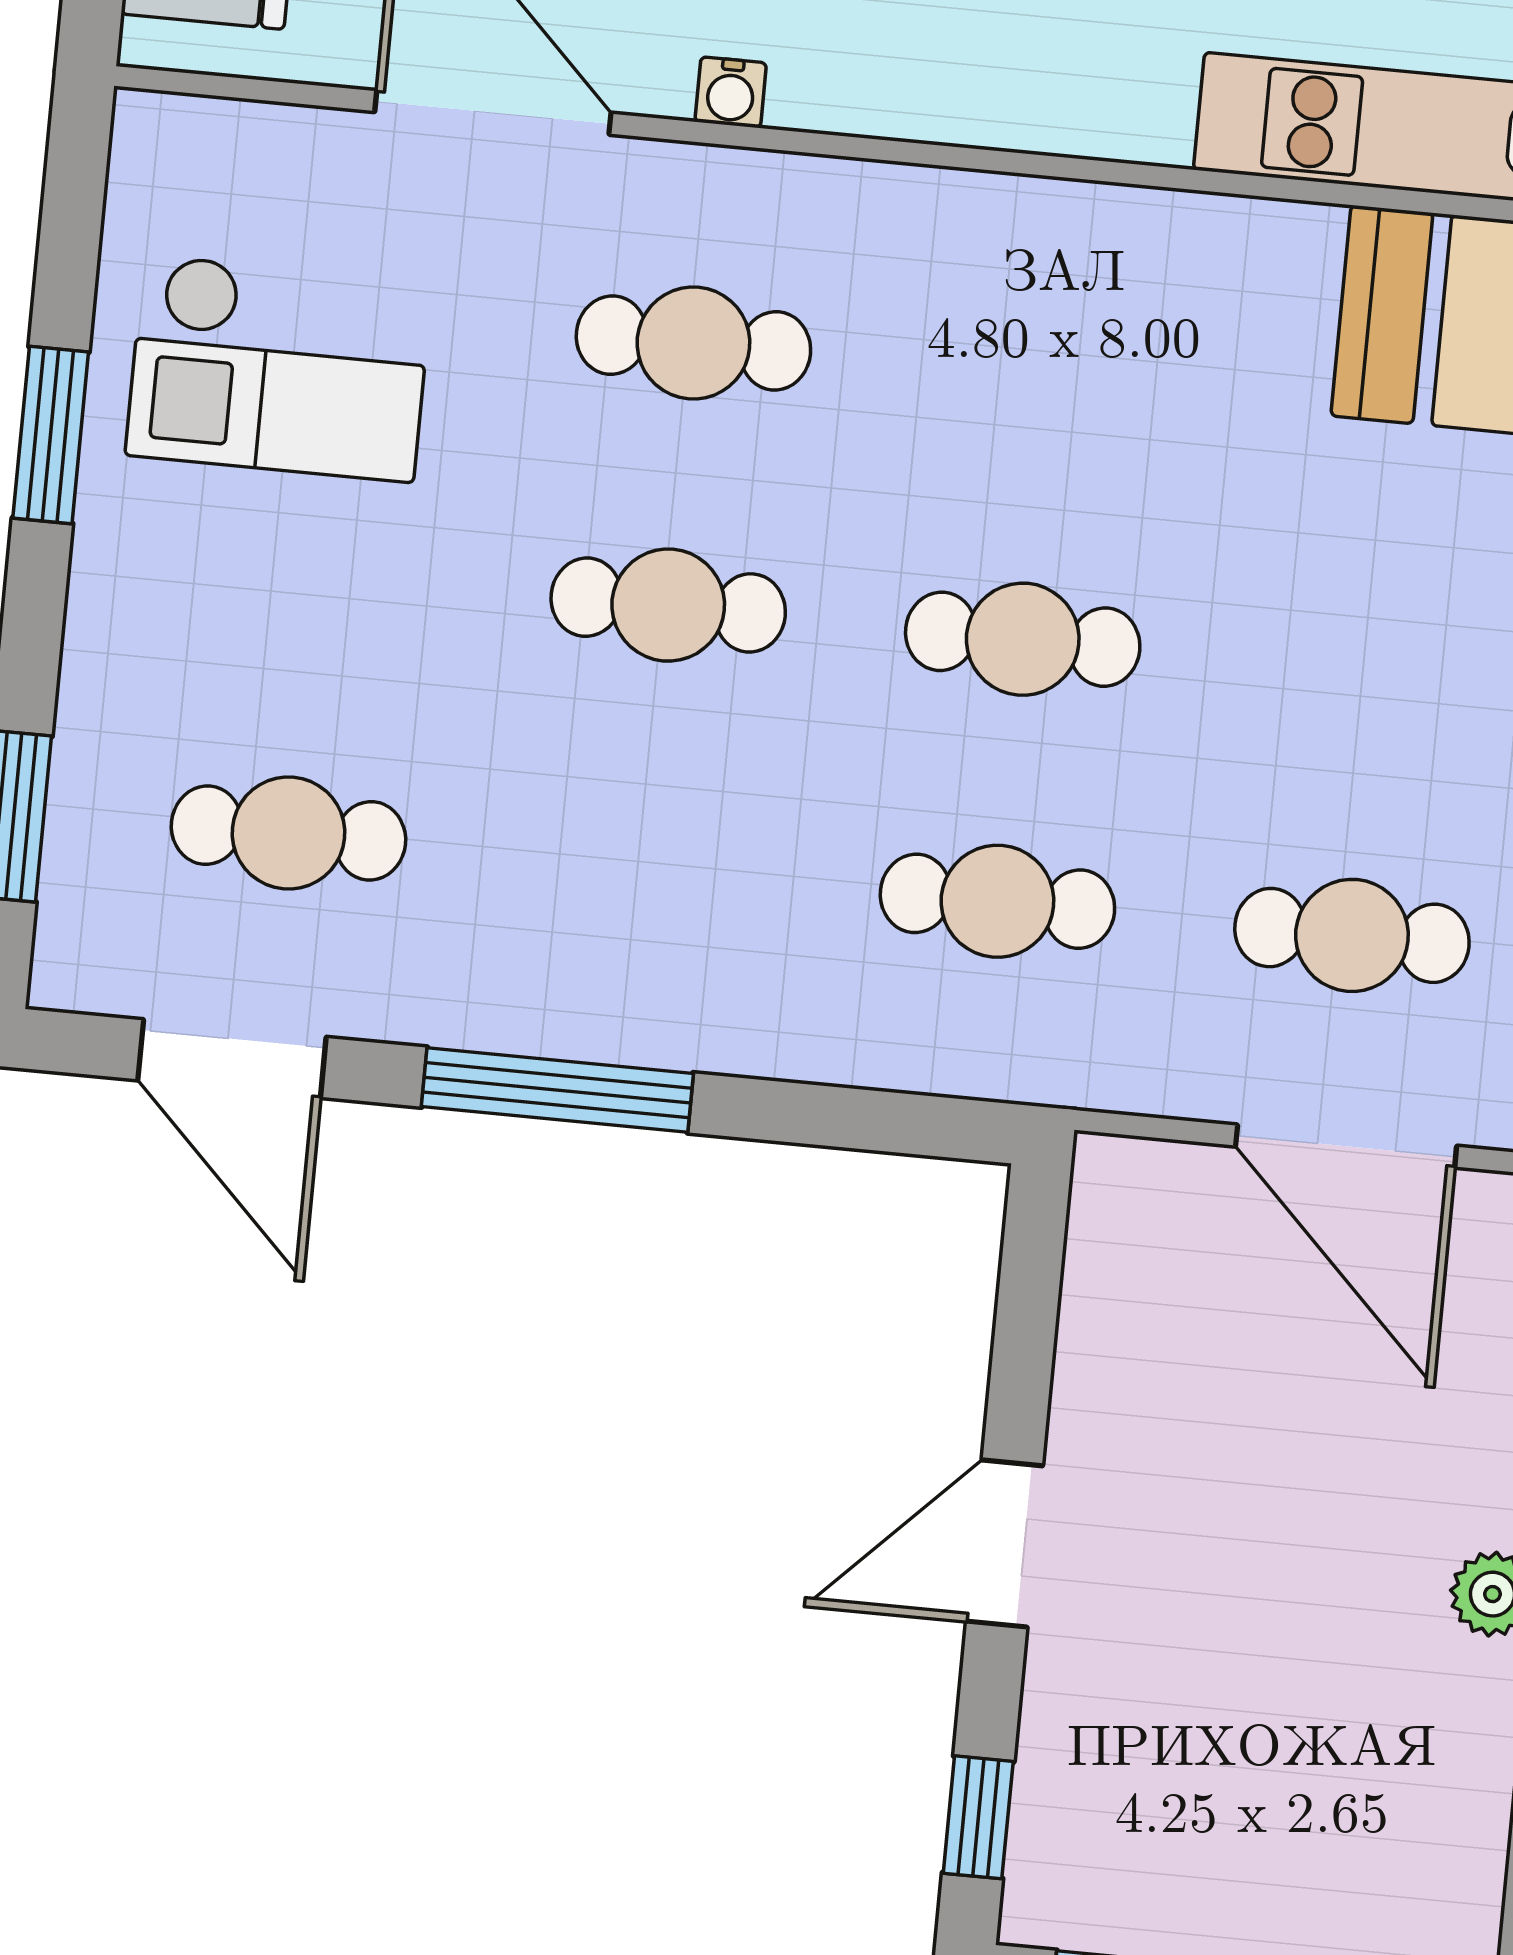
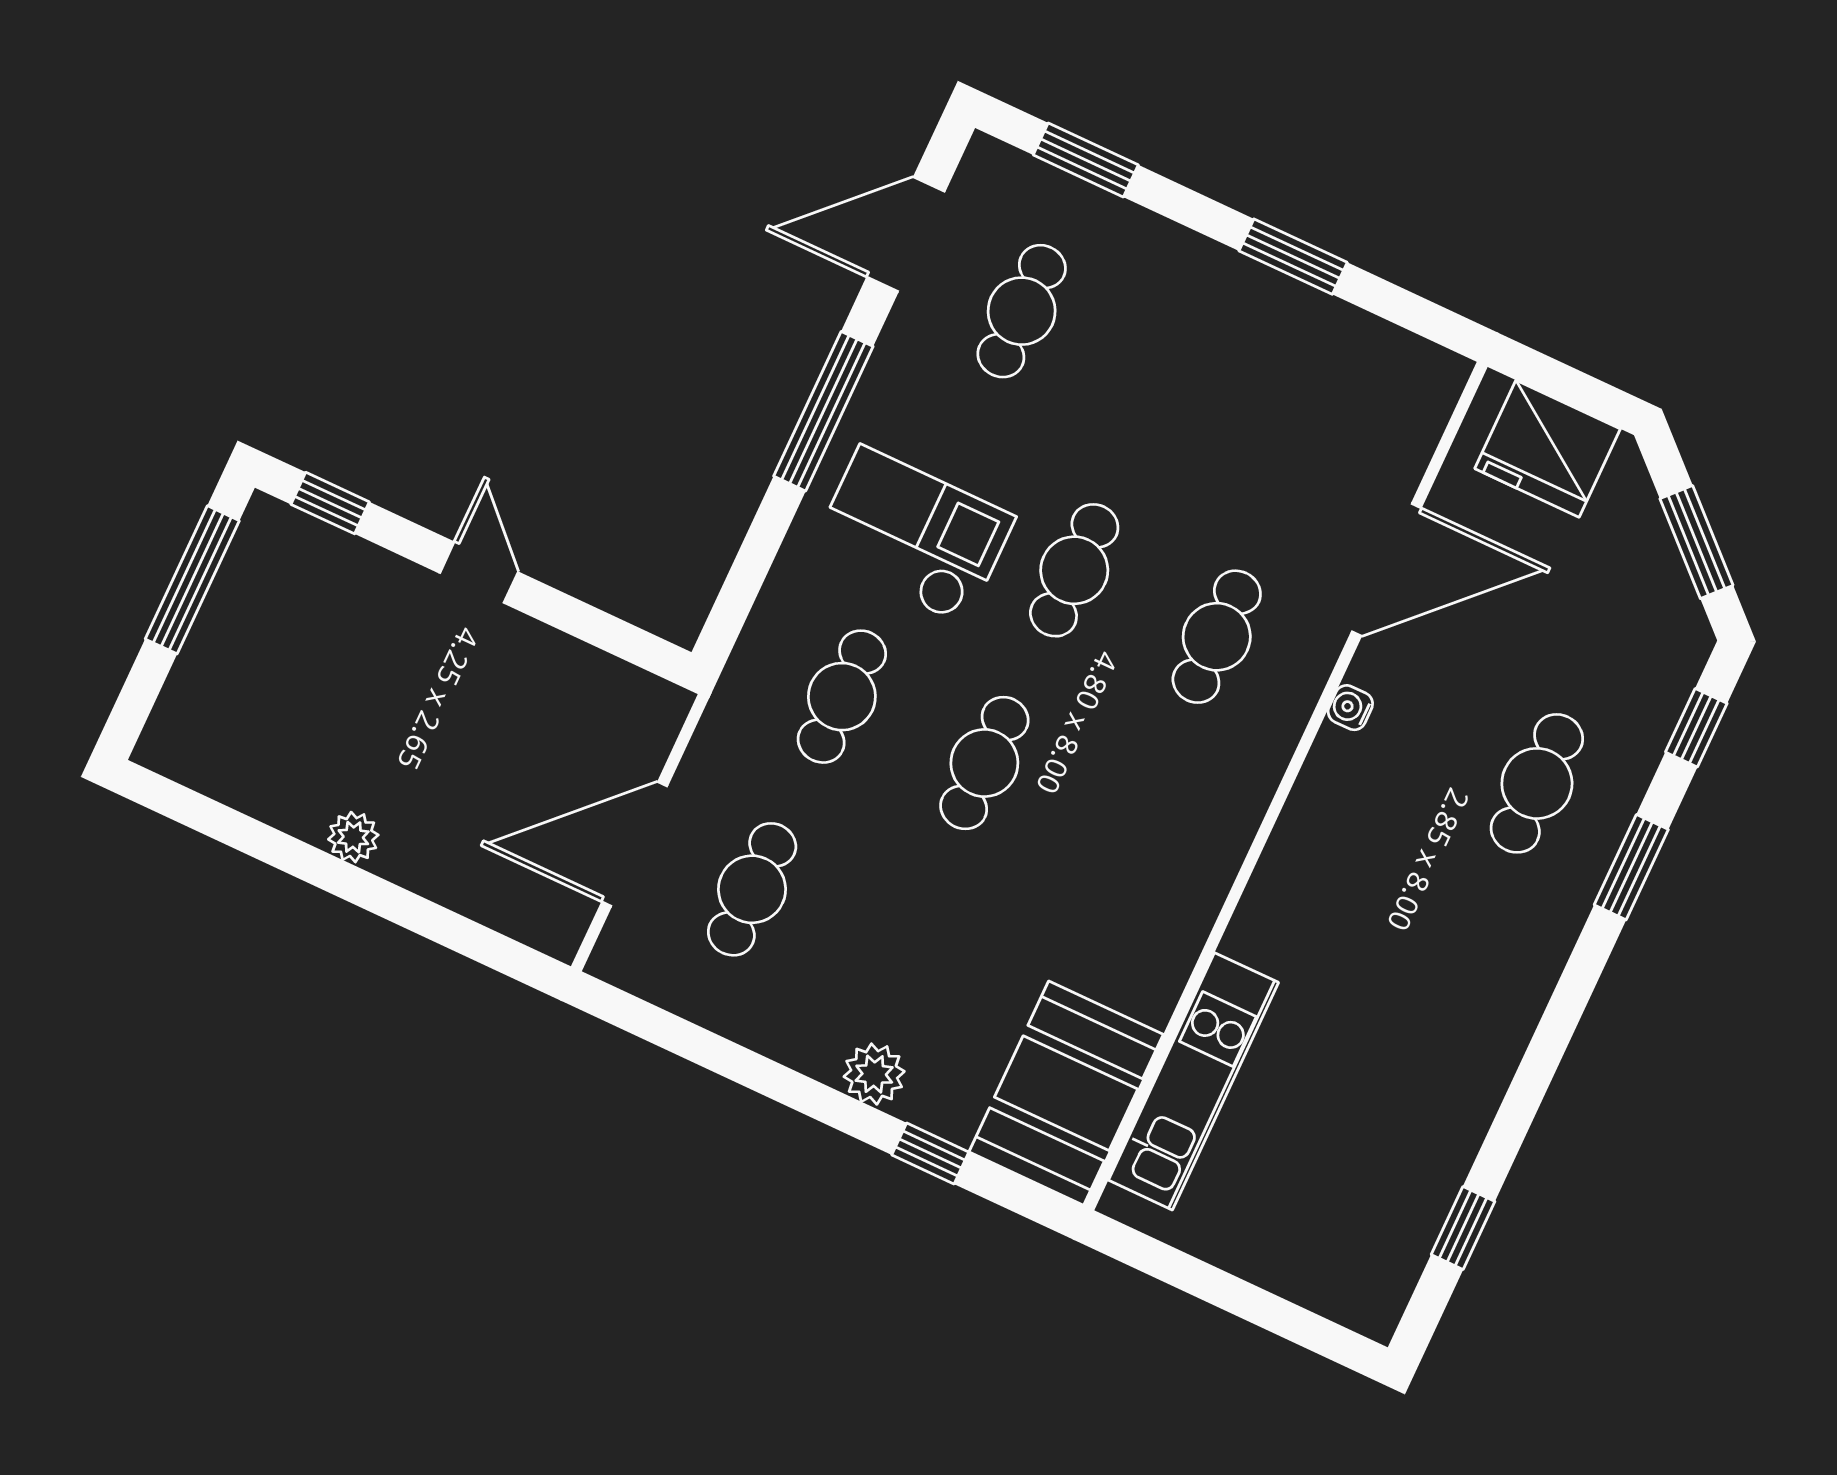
checkout: (279, 368) -> (912, 535), moved, turned 90
door: (1005, 1544) -> (479, 573), width x0.73

